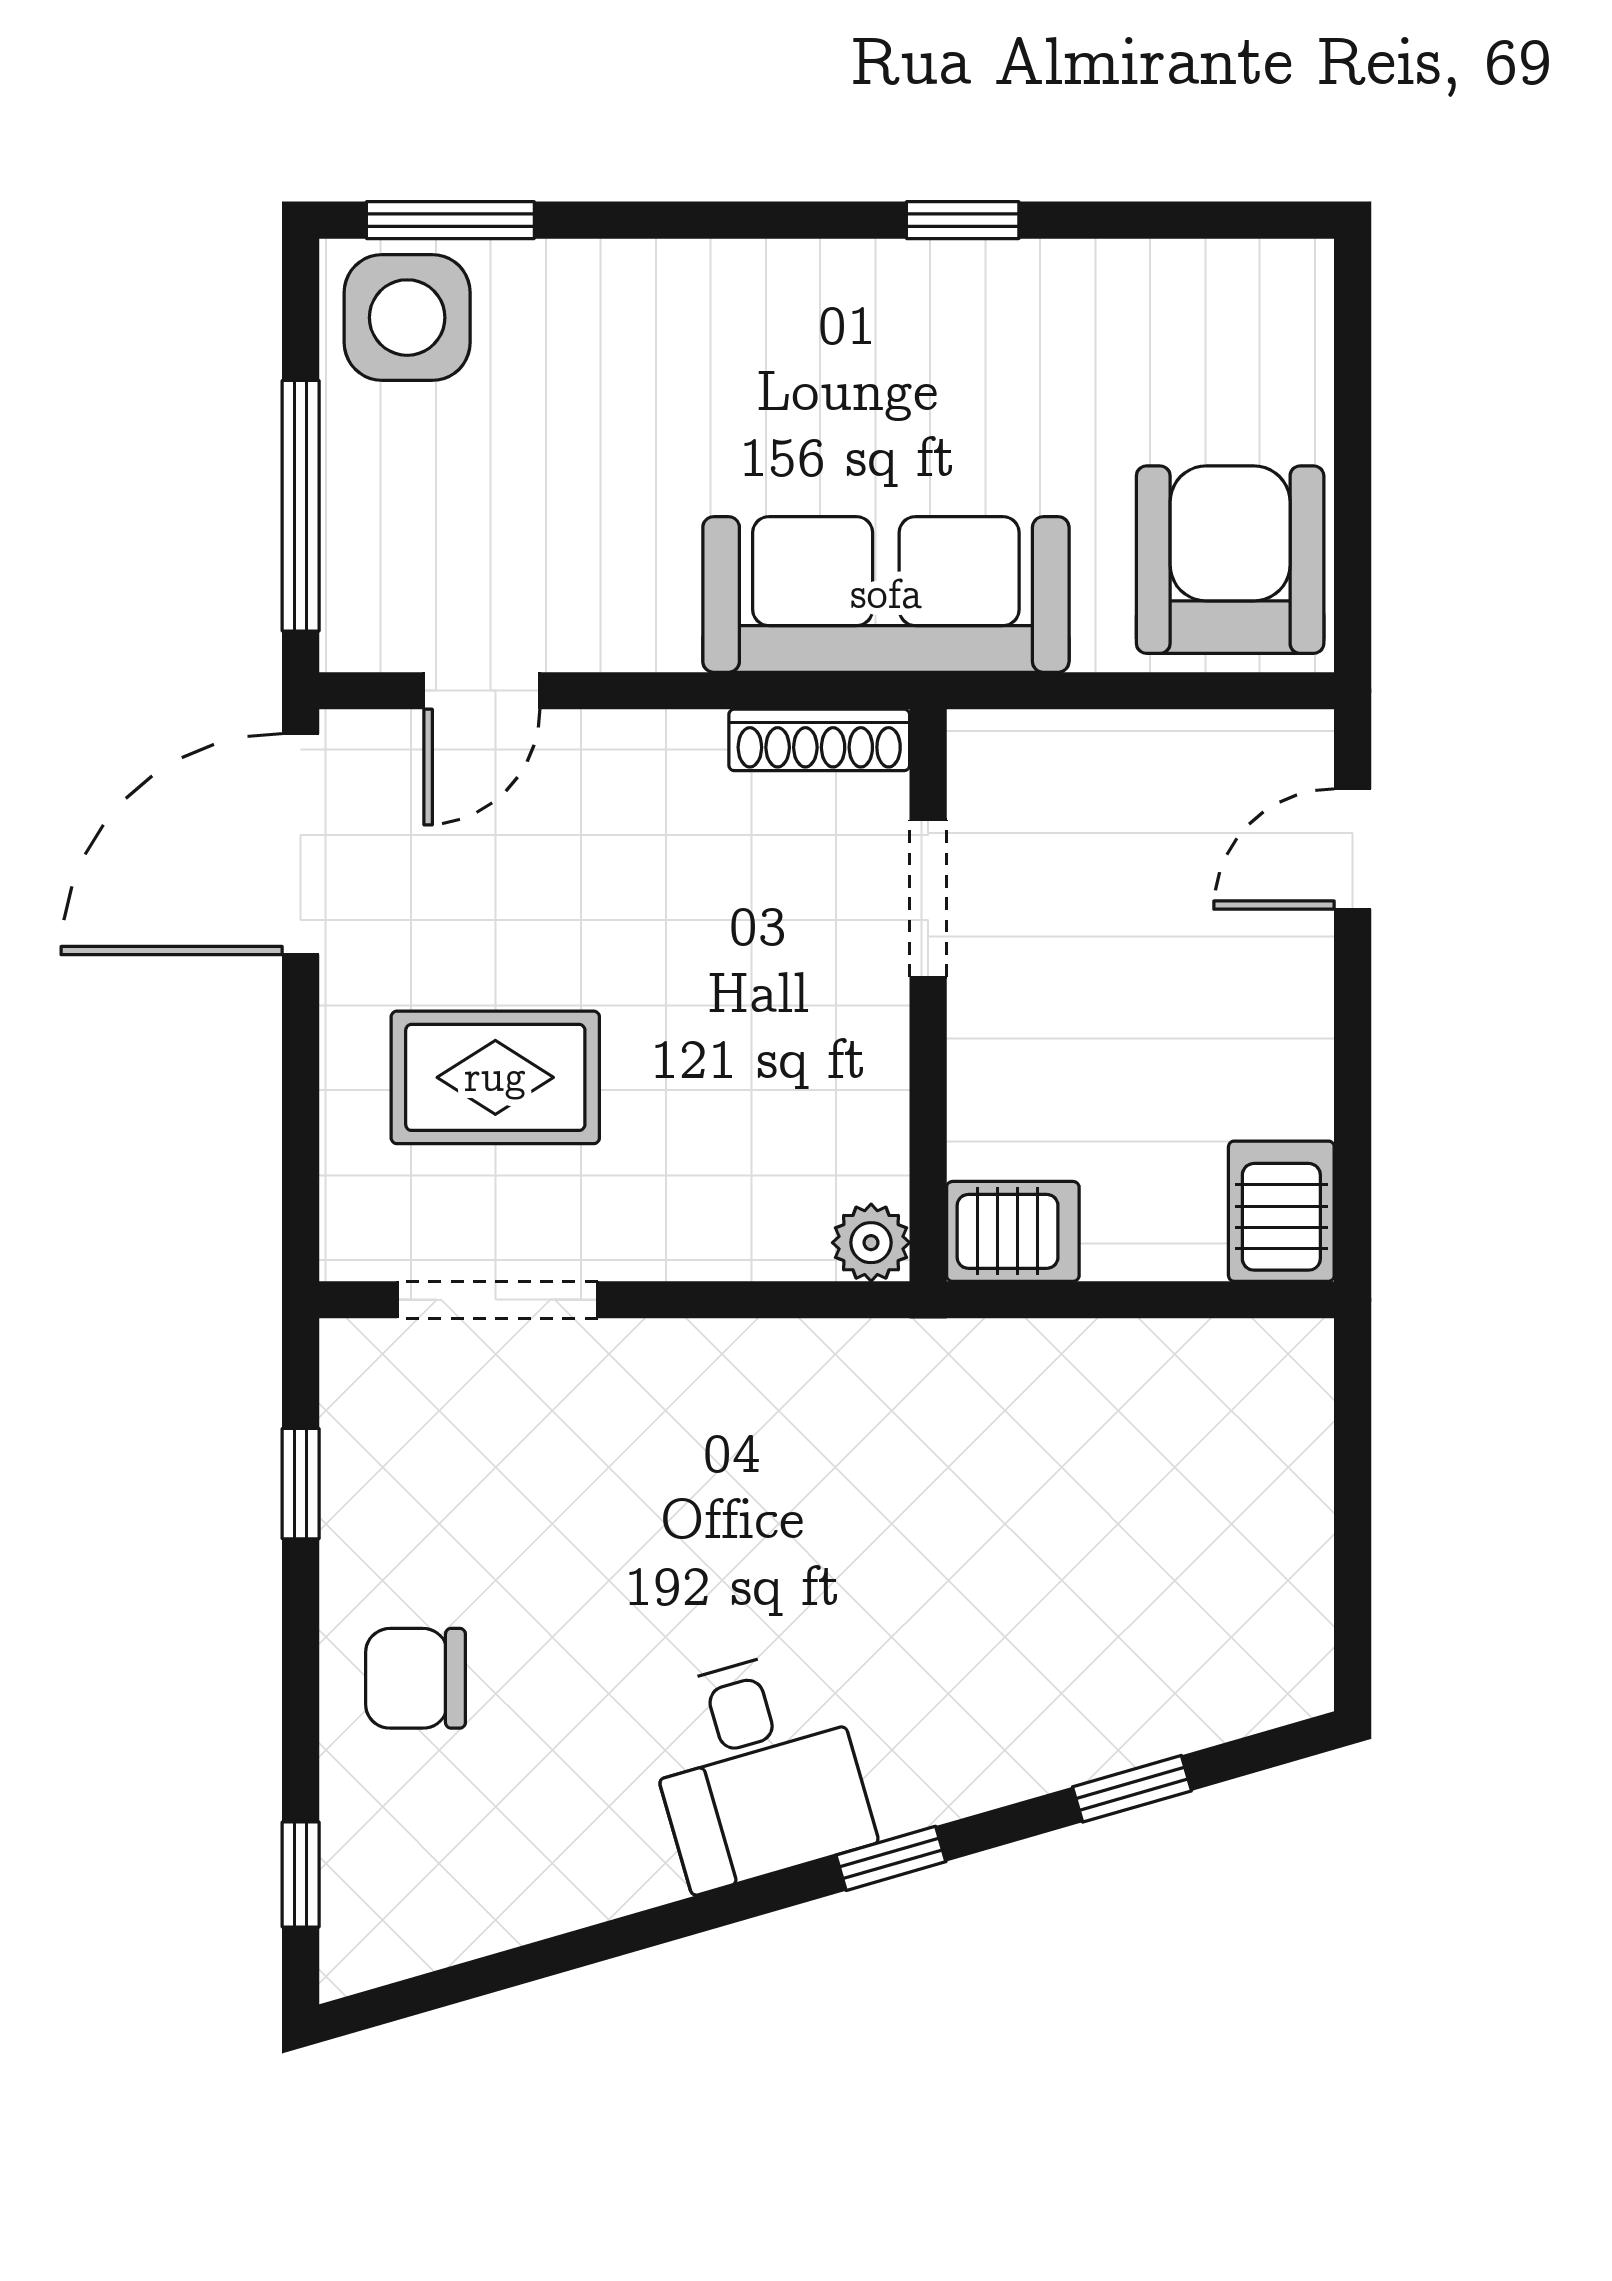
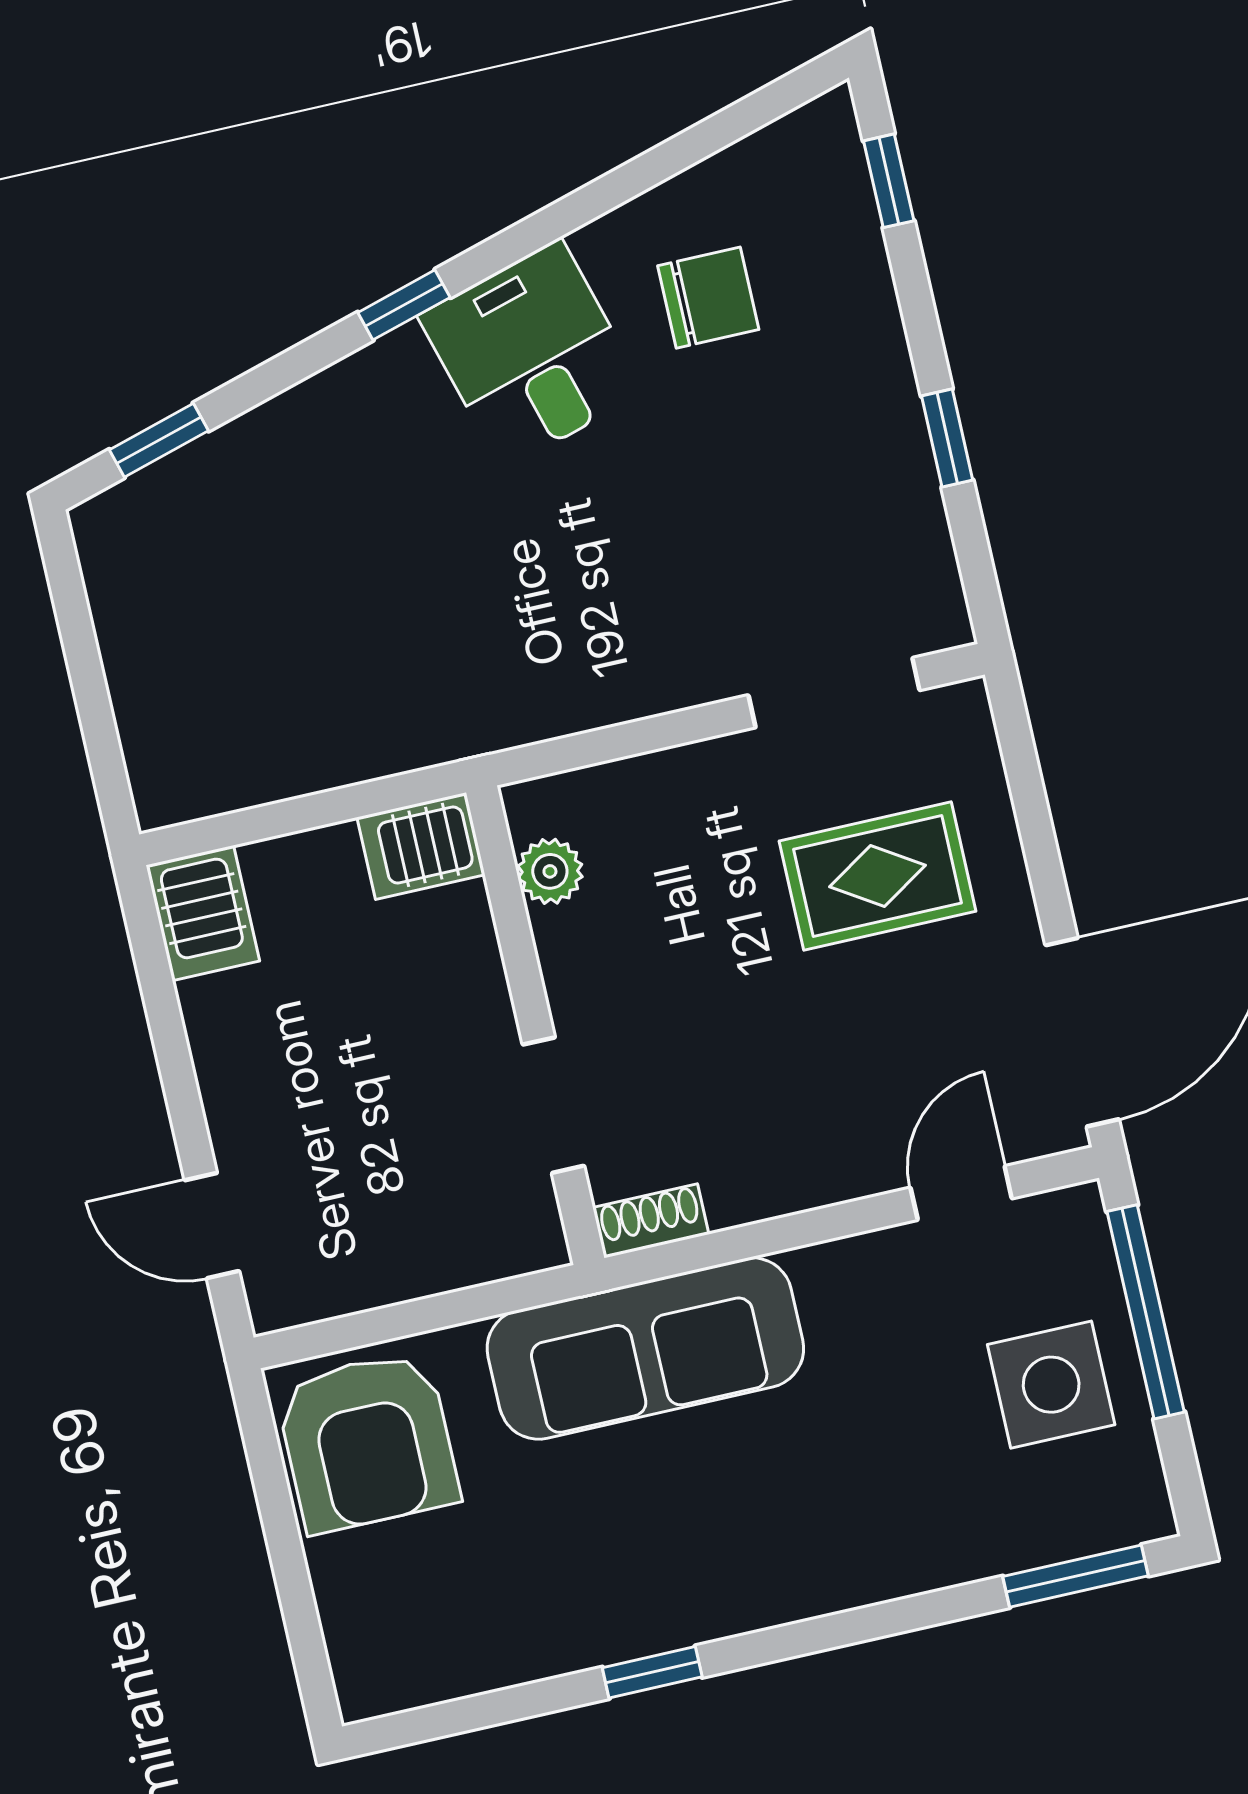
side table: (407, 318) -> (1051, 1385), moved
shoe rack: (819, 740) -> (651, 1221), width x0.70
door: (1353, 849) -> (212, 1226), swing flipped
plant: (871, 1243) -> (550, 871), moved
window: (301, 1484) -> (947, 438), moved
chair: (415, 1678) -> (708, 298), moved
window: (1132, 1789) -> (159, 440), moved

